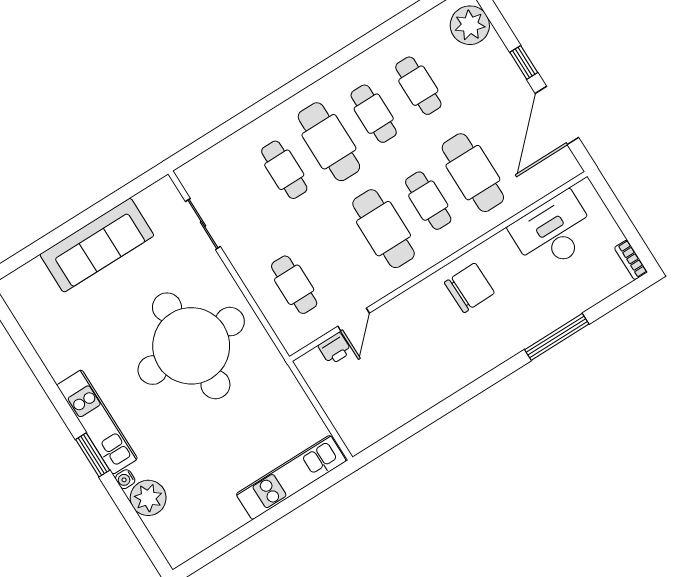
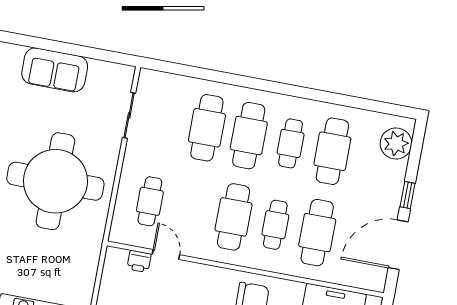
cafe table: (418, 86) -> (332, 151), width x1.37, depth x1.35
cafe table: (284, 170) -> (207, 128), width x1.37, depth x1.35
sofa: (97, 245) -> (55, 70), width x0.73
door: (354, 320) -> (166, 254), swing flipped

